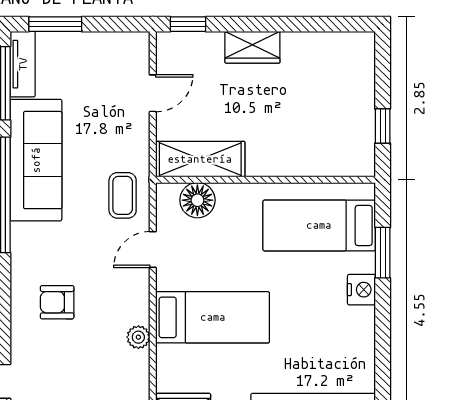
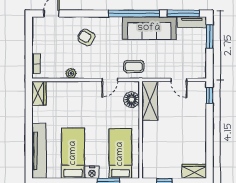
wardrobe: (252, 47) -> (194, 171), moved, turned 90
door: (153, 250) -> (110, 80), swing flipped
armchair: (57, 302) -> (86, 37), turned -61
bed: (213, 317) -> (73, 153), moved, turned 180

